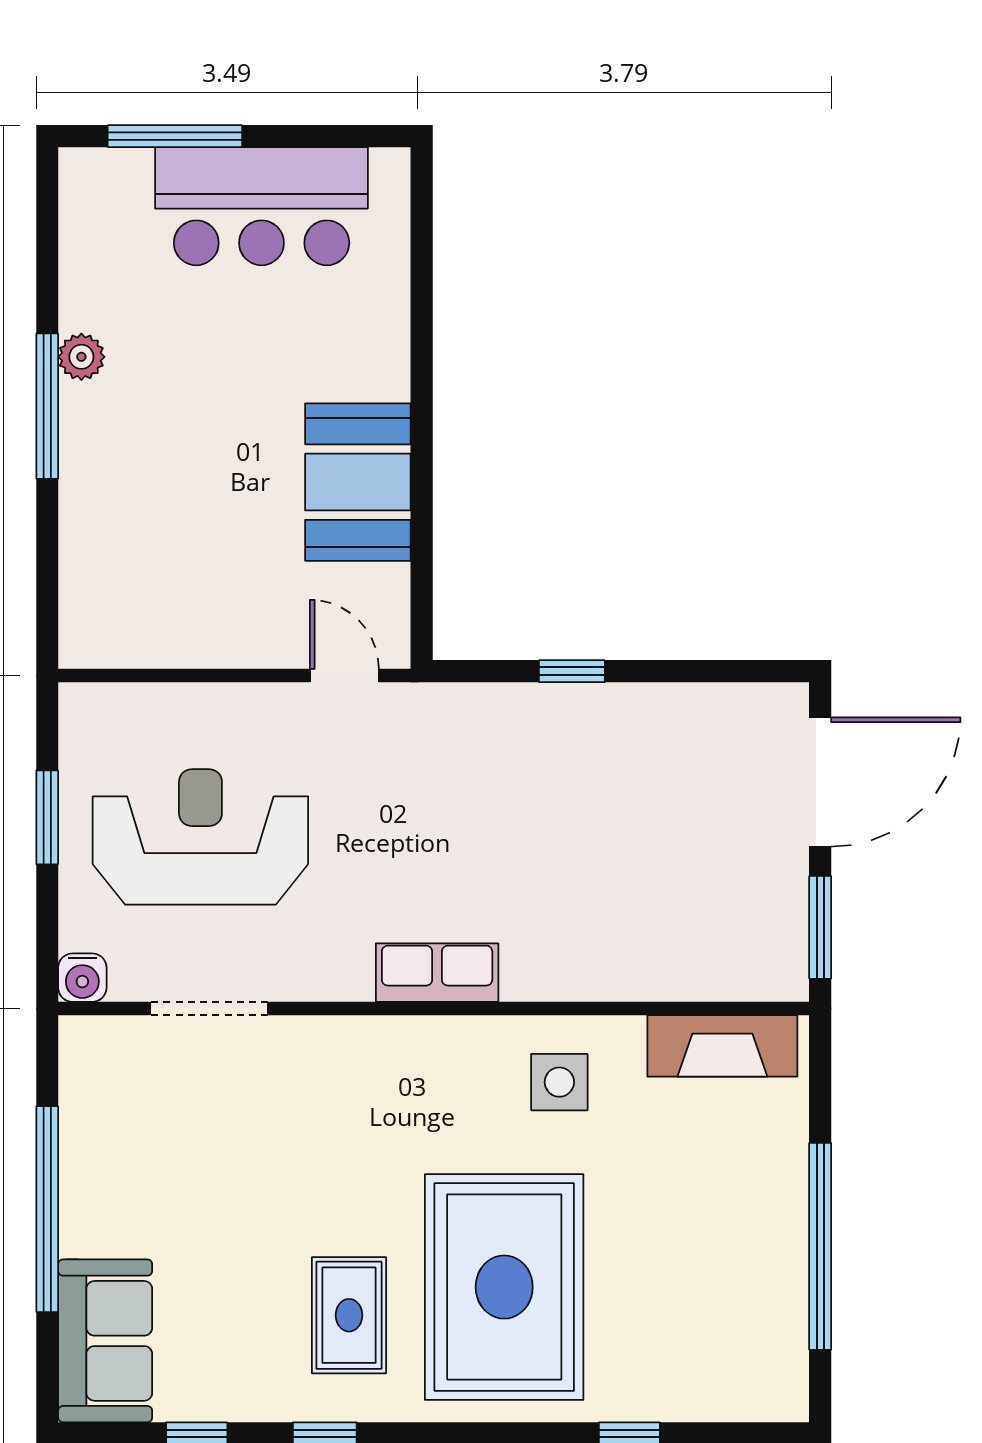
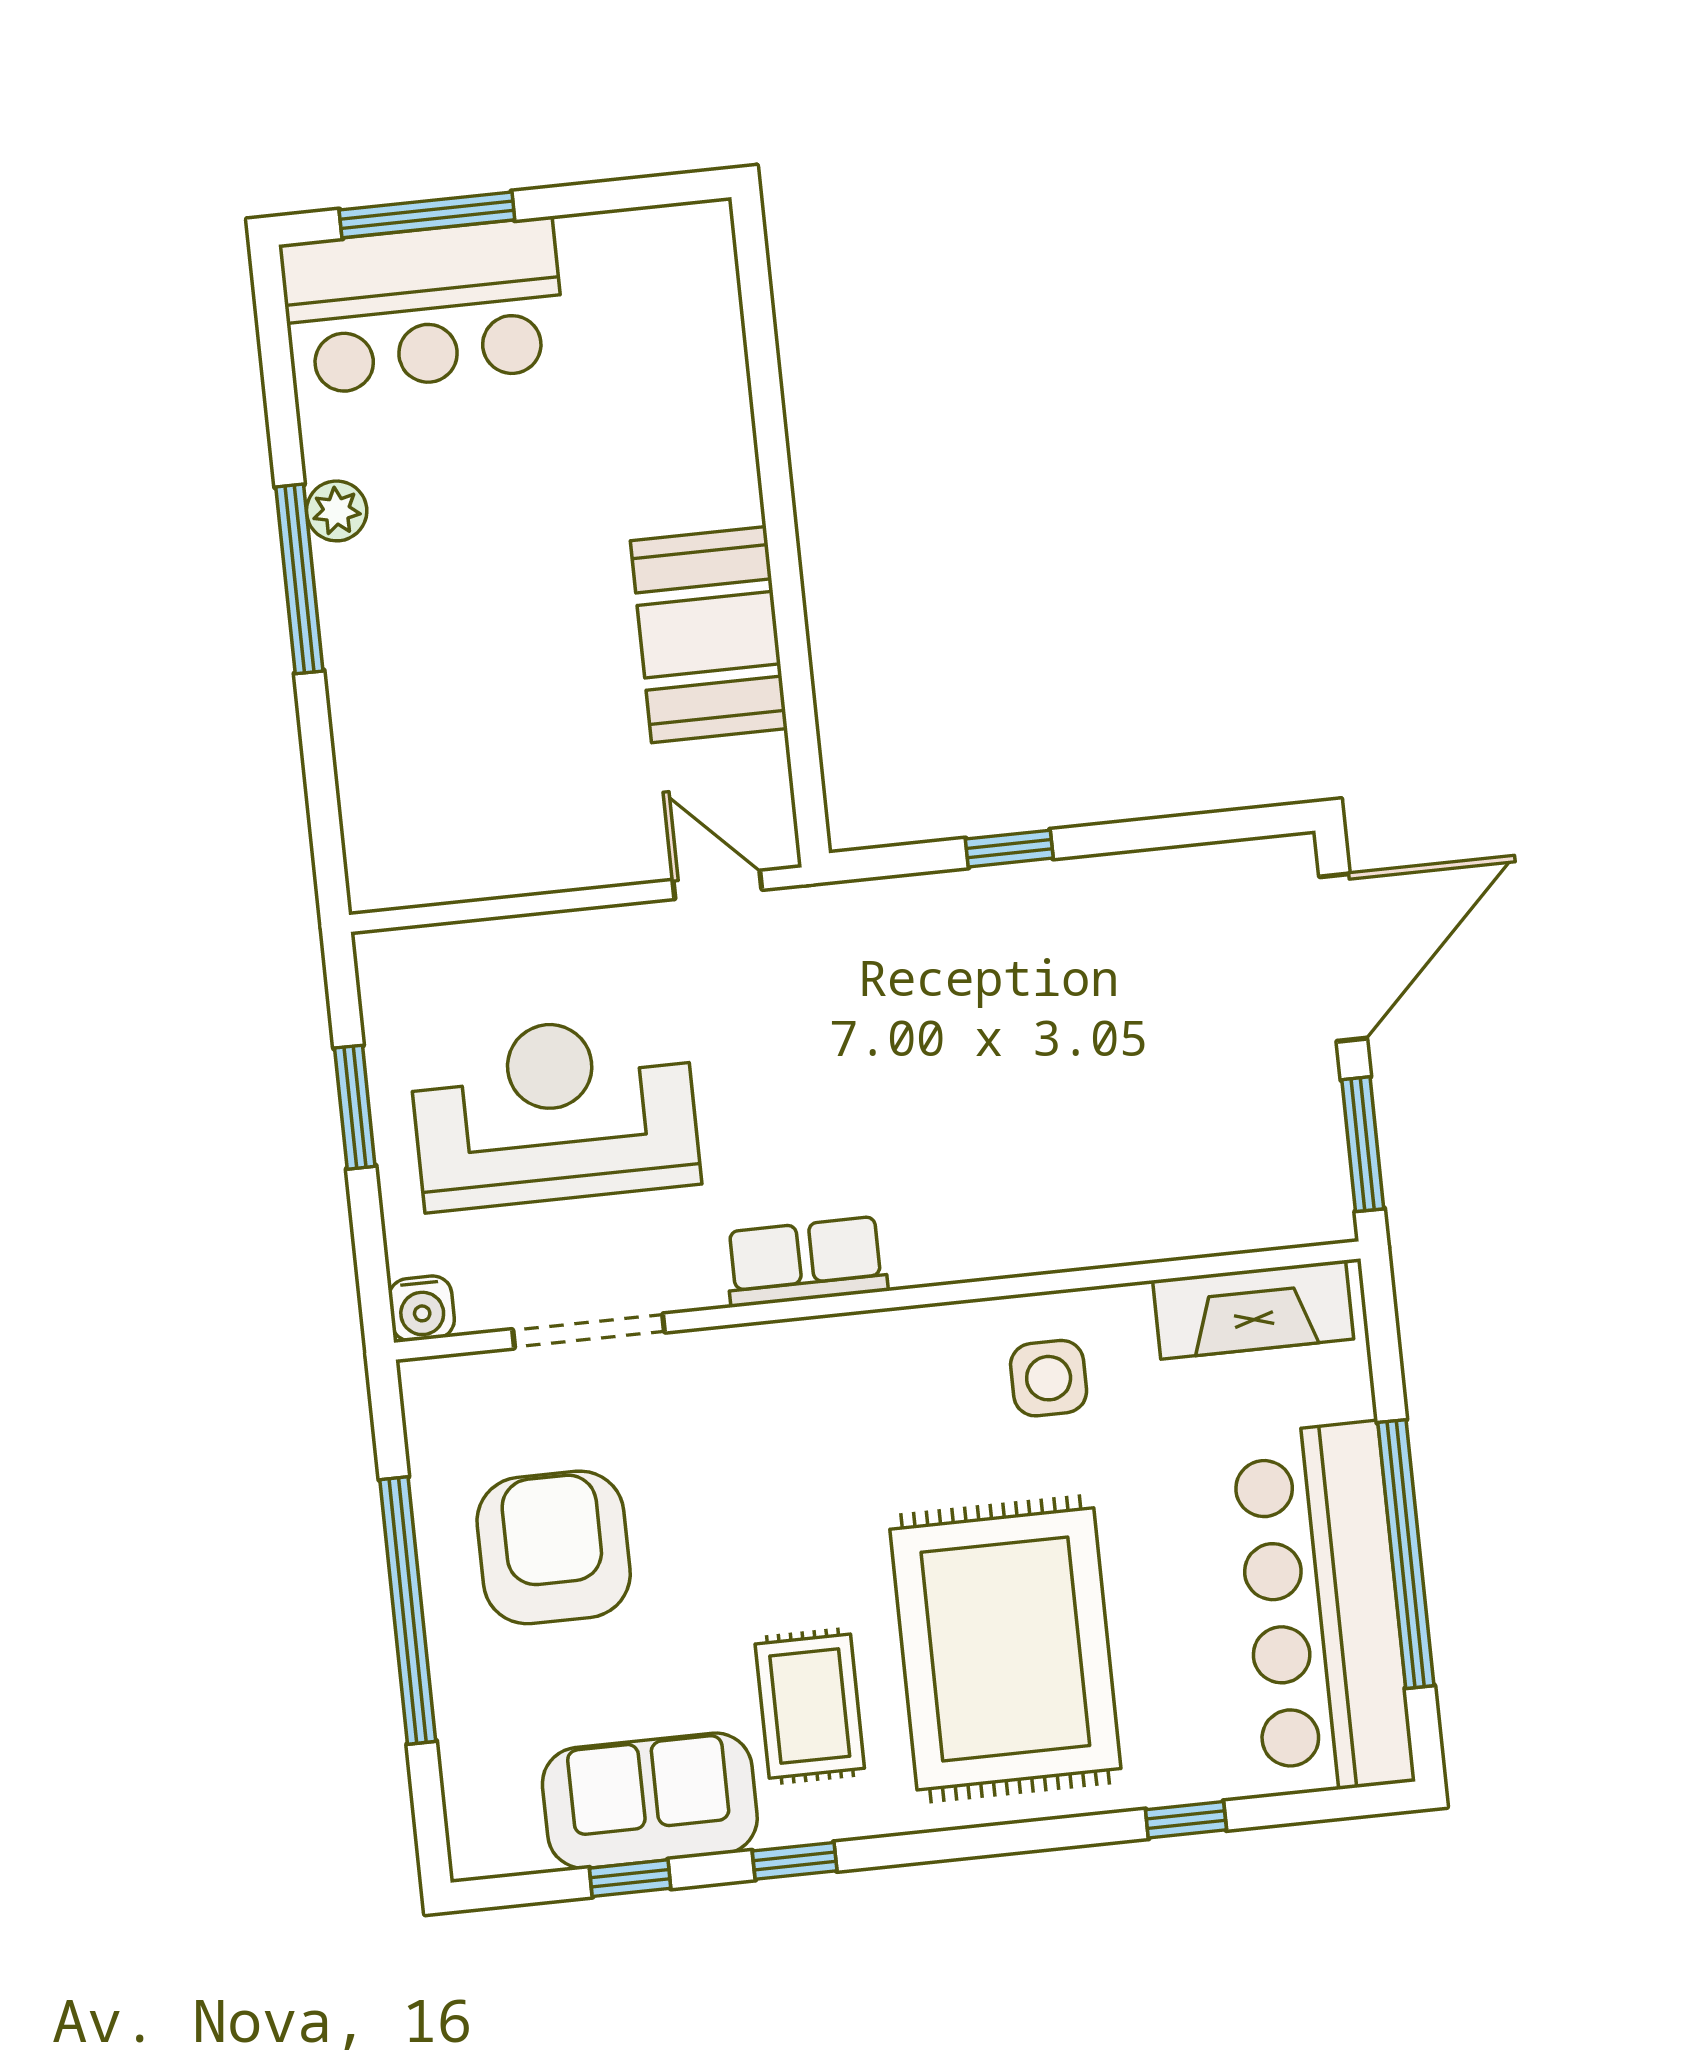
bar counter: (262, 206) -> (423, 306), moved
row of seats: (437, 973) -> (806, 1262), moved
armchair: (165, 1172) -> (554, 1547), added
bar counter: (752, 1282) -> (1323, 1608), added
sofa: (105, 1341) -> (650, 1801), moved, turned -90

